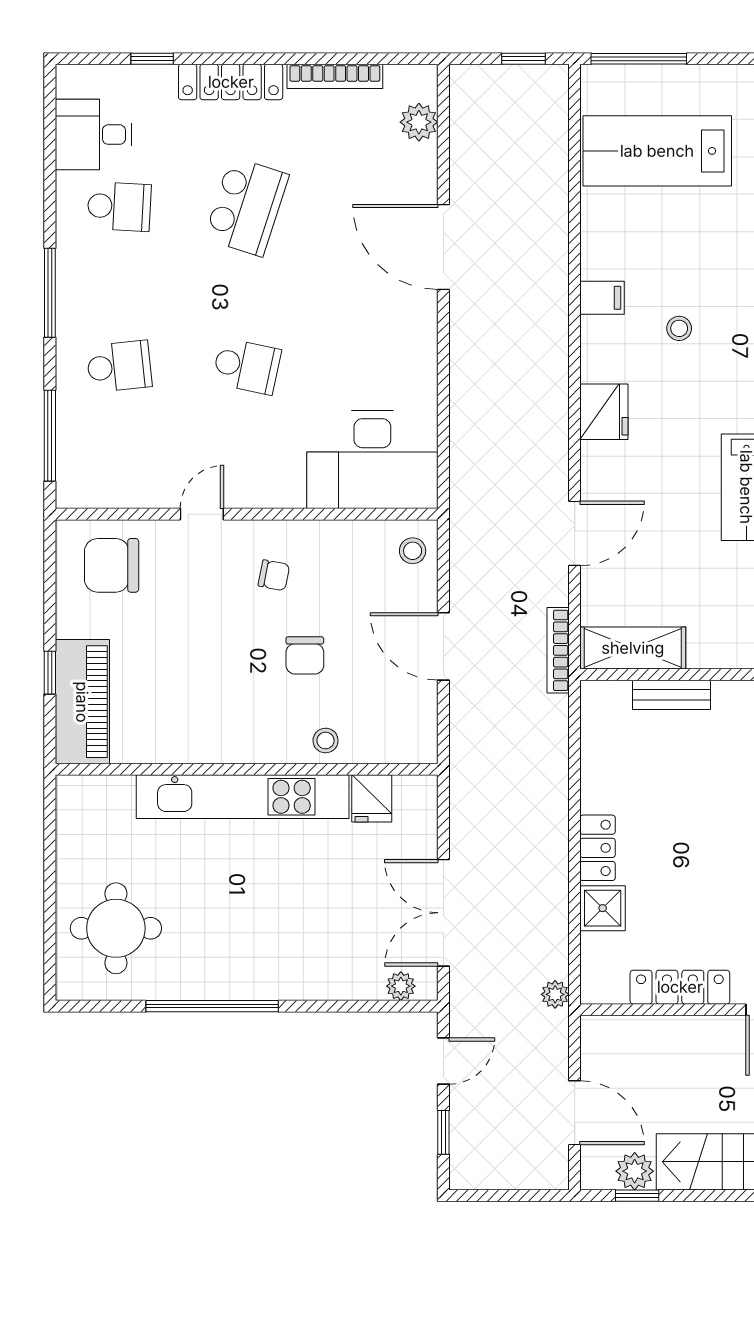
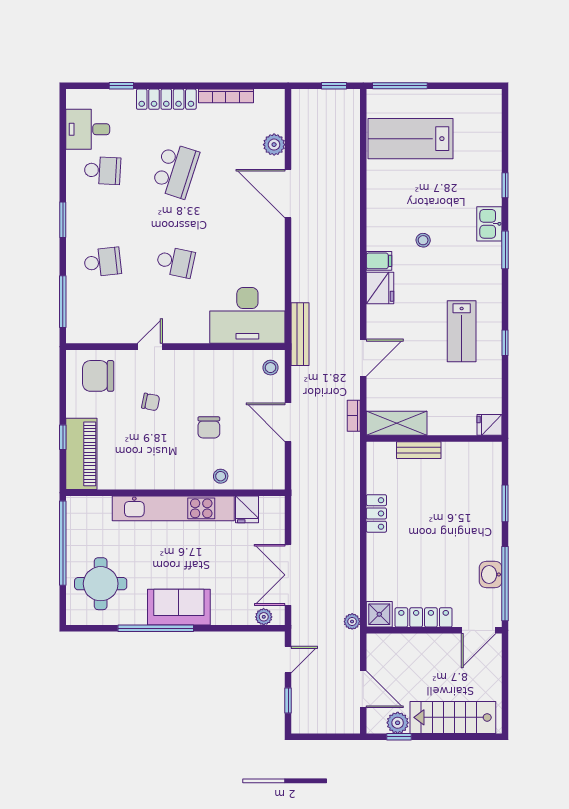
plant: (419, 122) -> (274, 145), moved
window: (50, 293) -> (63, 220), width x0.69
filing cabinet: (602, 298) -> (379, 261), moved
bench: (464, 492) -> (300, 334), added
chair: (274, 575) -> (151, 402), moved
bookcase: (558, 650) -> (354, 416), width x0.64
locker: (598, 848) -> (376, 513), moved
window: (50, 857) -> (63, 543), added
shower: (603, 908) -> (379, 614), moved
sofa: (253, 969) -> (179, 607), added

